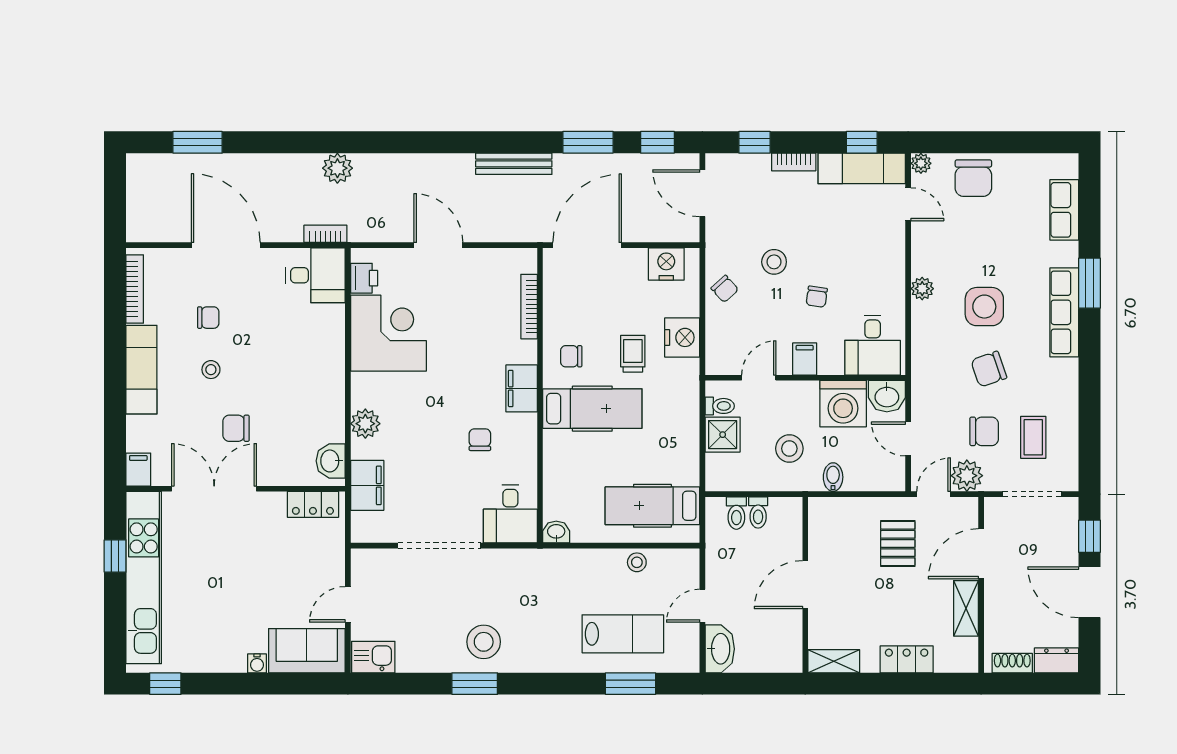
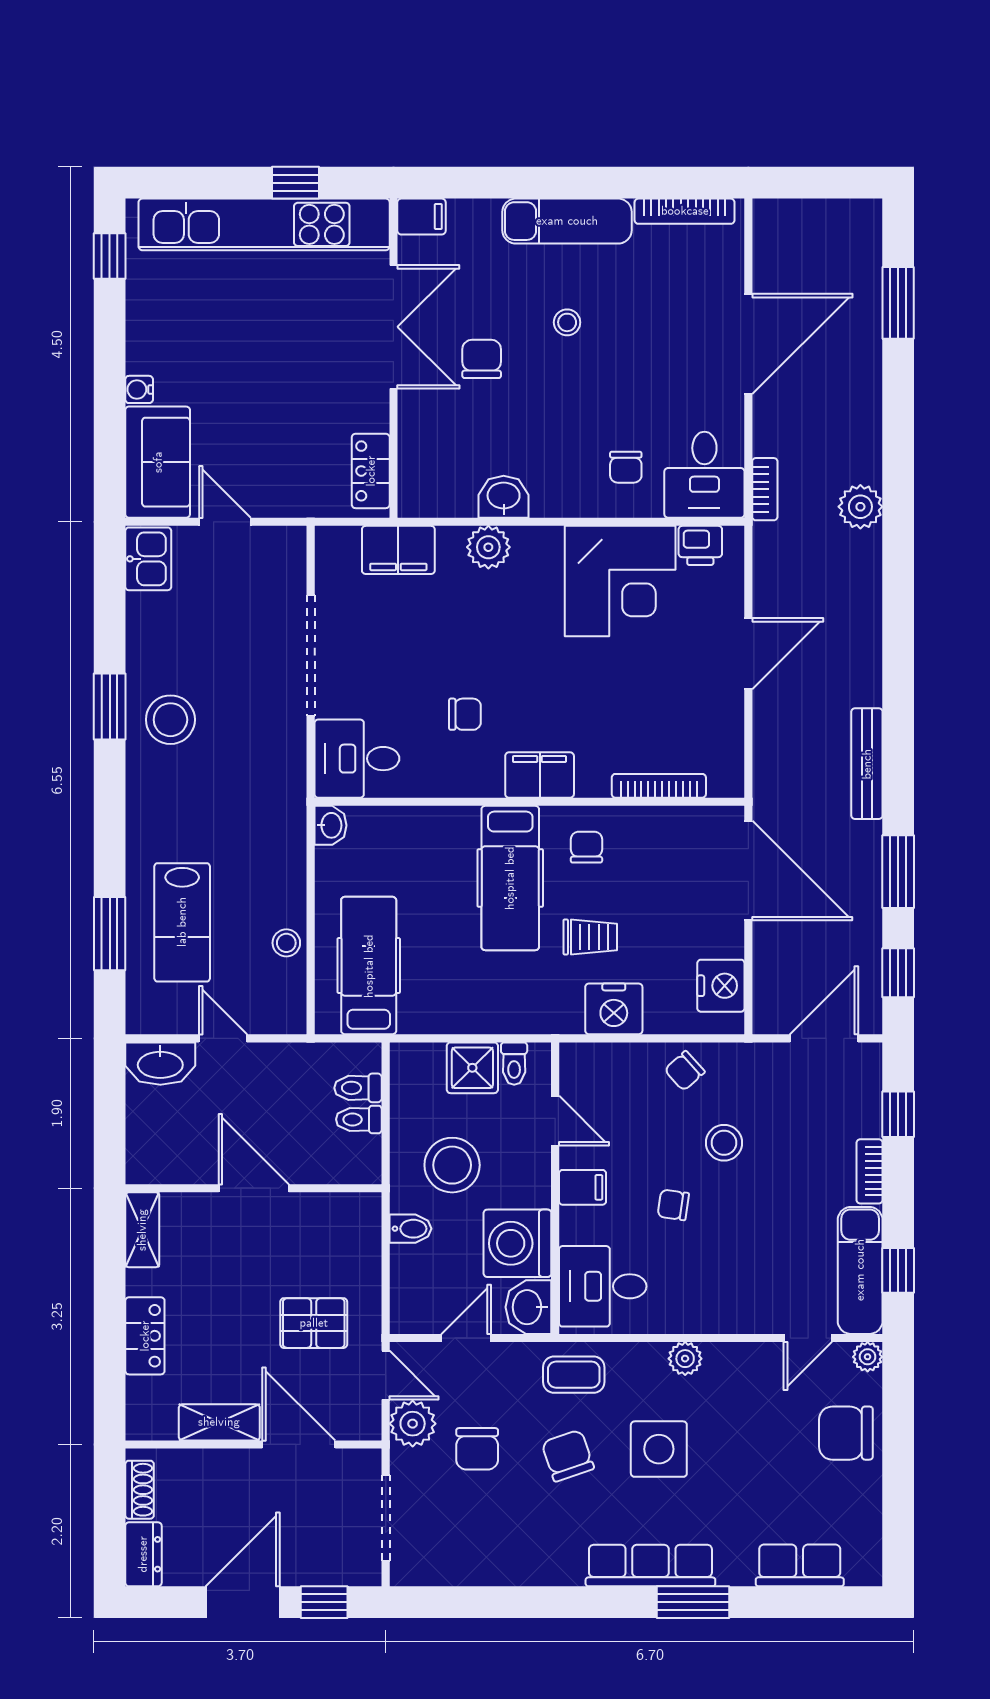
chair: (208, 318) -> (626, 467), moved
coffee table: (1033, 437) -> (574, 1375), moved
stool: (789, 449) -> (452, 1165), width x1.38, depth x1.38
washbasin: (331, 461) -> (504, 497), moved

